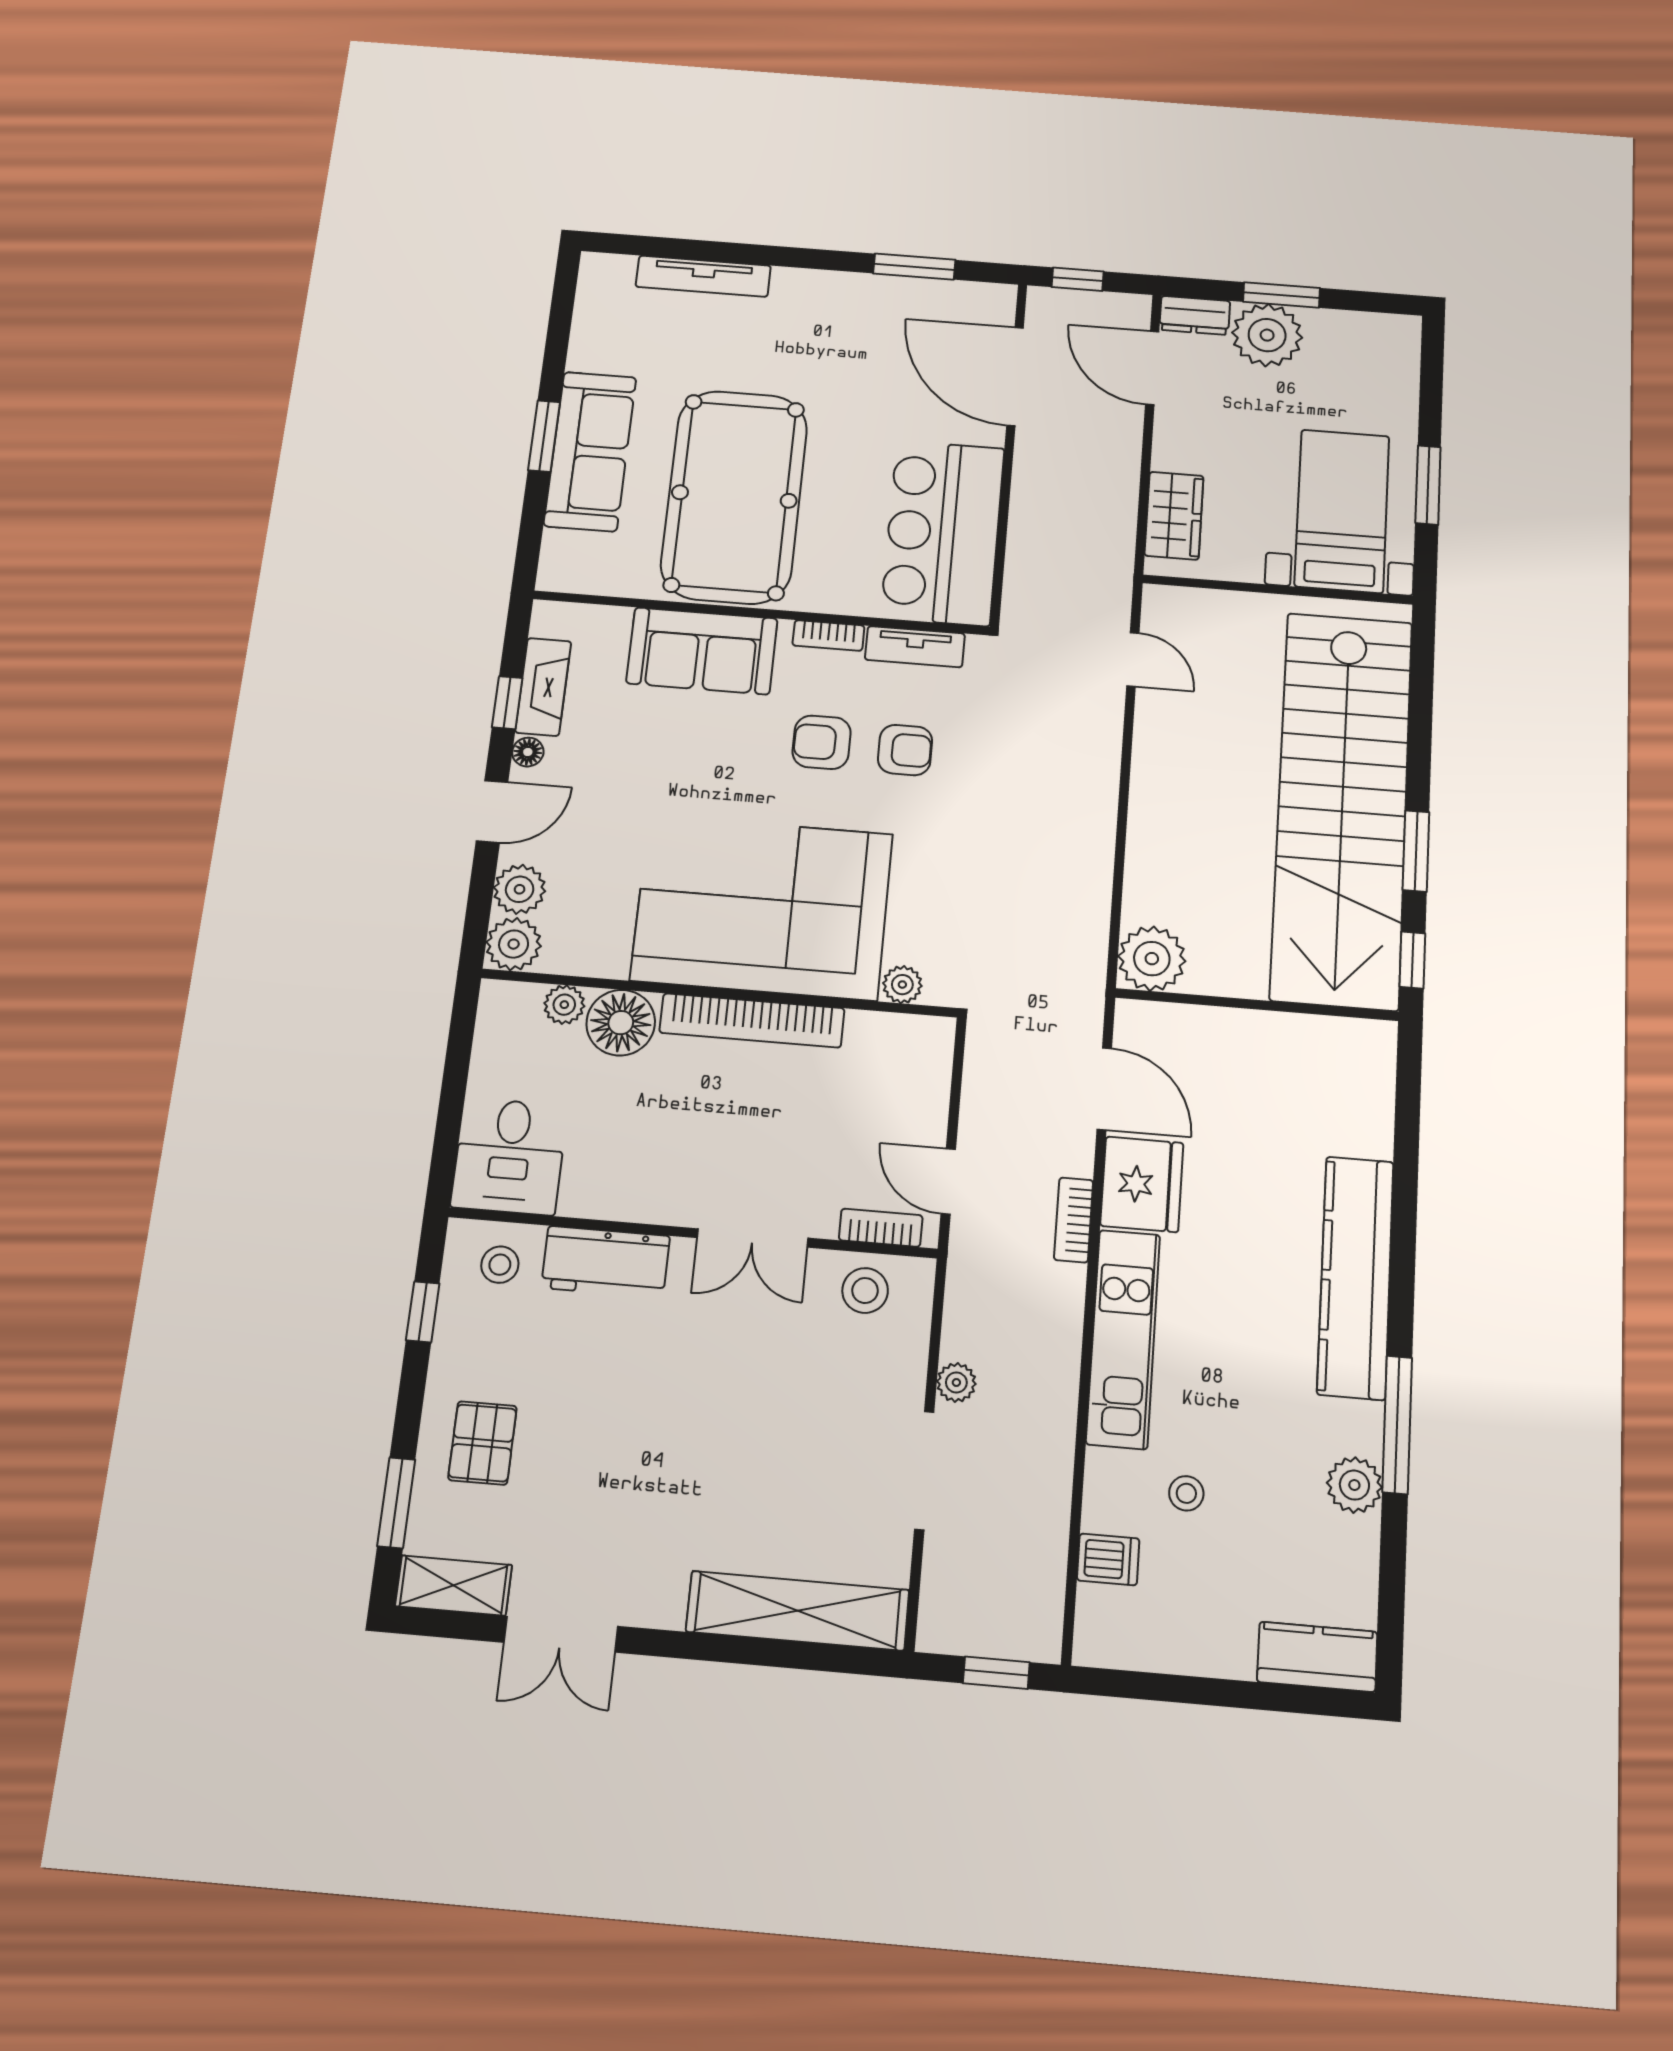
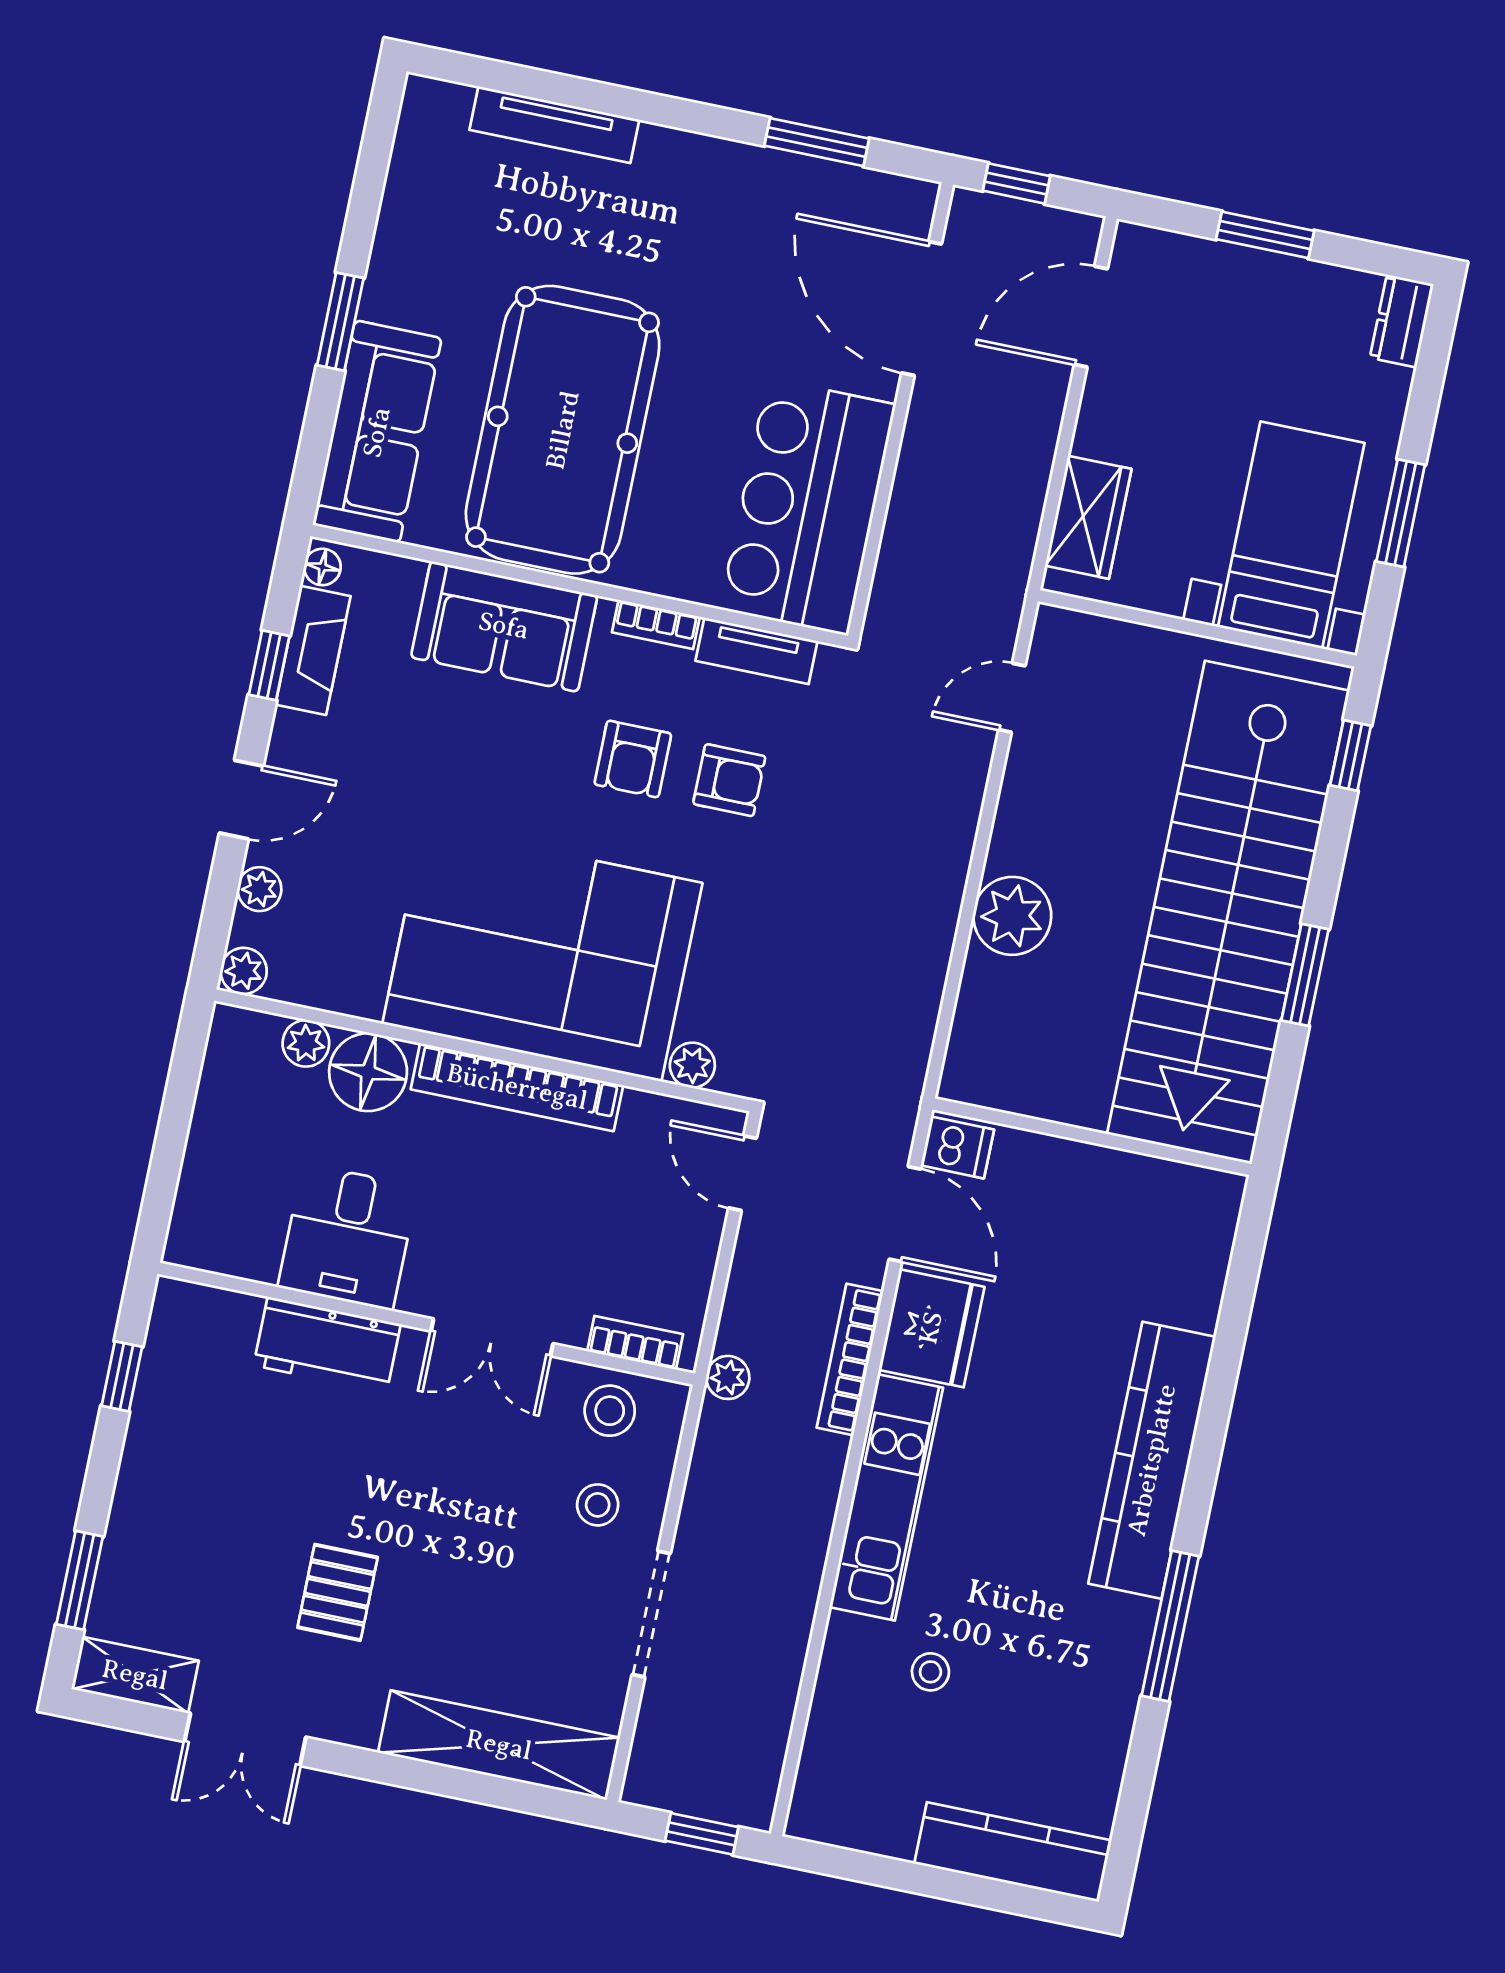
dresser: (1195, 315) -> (1402, 321), moved, turned 90
plant: (1267, 335) -> (1239, 288), removed
door: (1152, 368) -> (1091, 317), hinge flipped
sofa: (590, 451) -> (377, 432), moved
door: (1133, 659) -> (1012, 698), swing flipped
armchair: (822, 742) -> (633, 759), turned -90
floor lamp: (528, 752) -> (322, 567), moved
plant: (520, 889) -> (259, 889), width x0.73, depth x0.73
plant: (514, 944) -> (244, 971), width x0.73, depth x0.73
plant: (1152, 959) -> (1012, 916), moved
window: (1412, 960) -> (1351, 755), moved
desk: (509, 1156) -> (348, 1237), moved
door: (948, 1181) -> (742, 1173), moved
bookcase: (1074, 1220) -> (850, 1359), width x1.56
stool: (500, 1265) -> (598, 1505), moved
plant: (956, 1383) -> (728, 1377), moved
pallet: (482, 1443) -> (338, 1592), moved
plant: (1354, 1485) -> (1113, 1685), removed
dishwasher: (1108, 1559) -> (957, 1147), moved
kitchen counter: (1317, 1657) -> (1013, 1852), width x1.50

